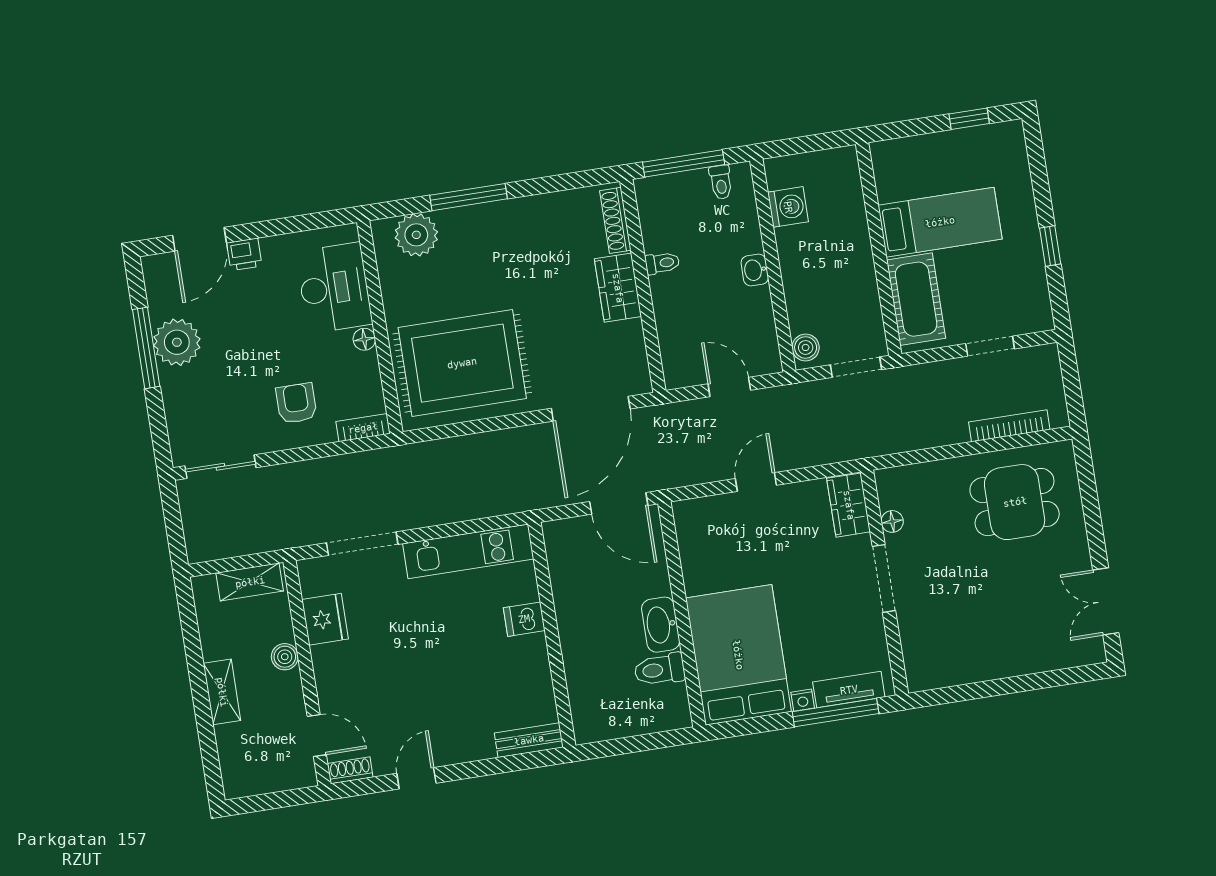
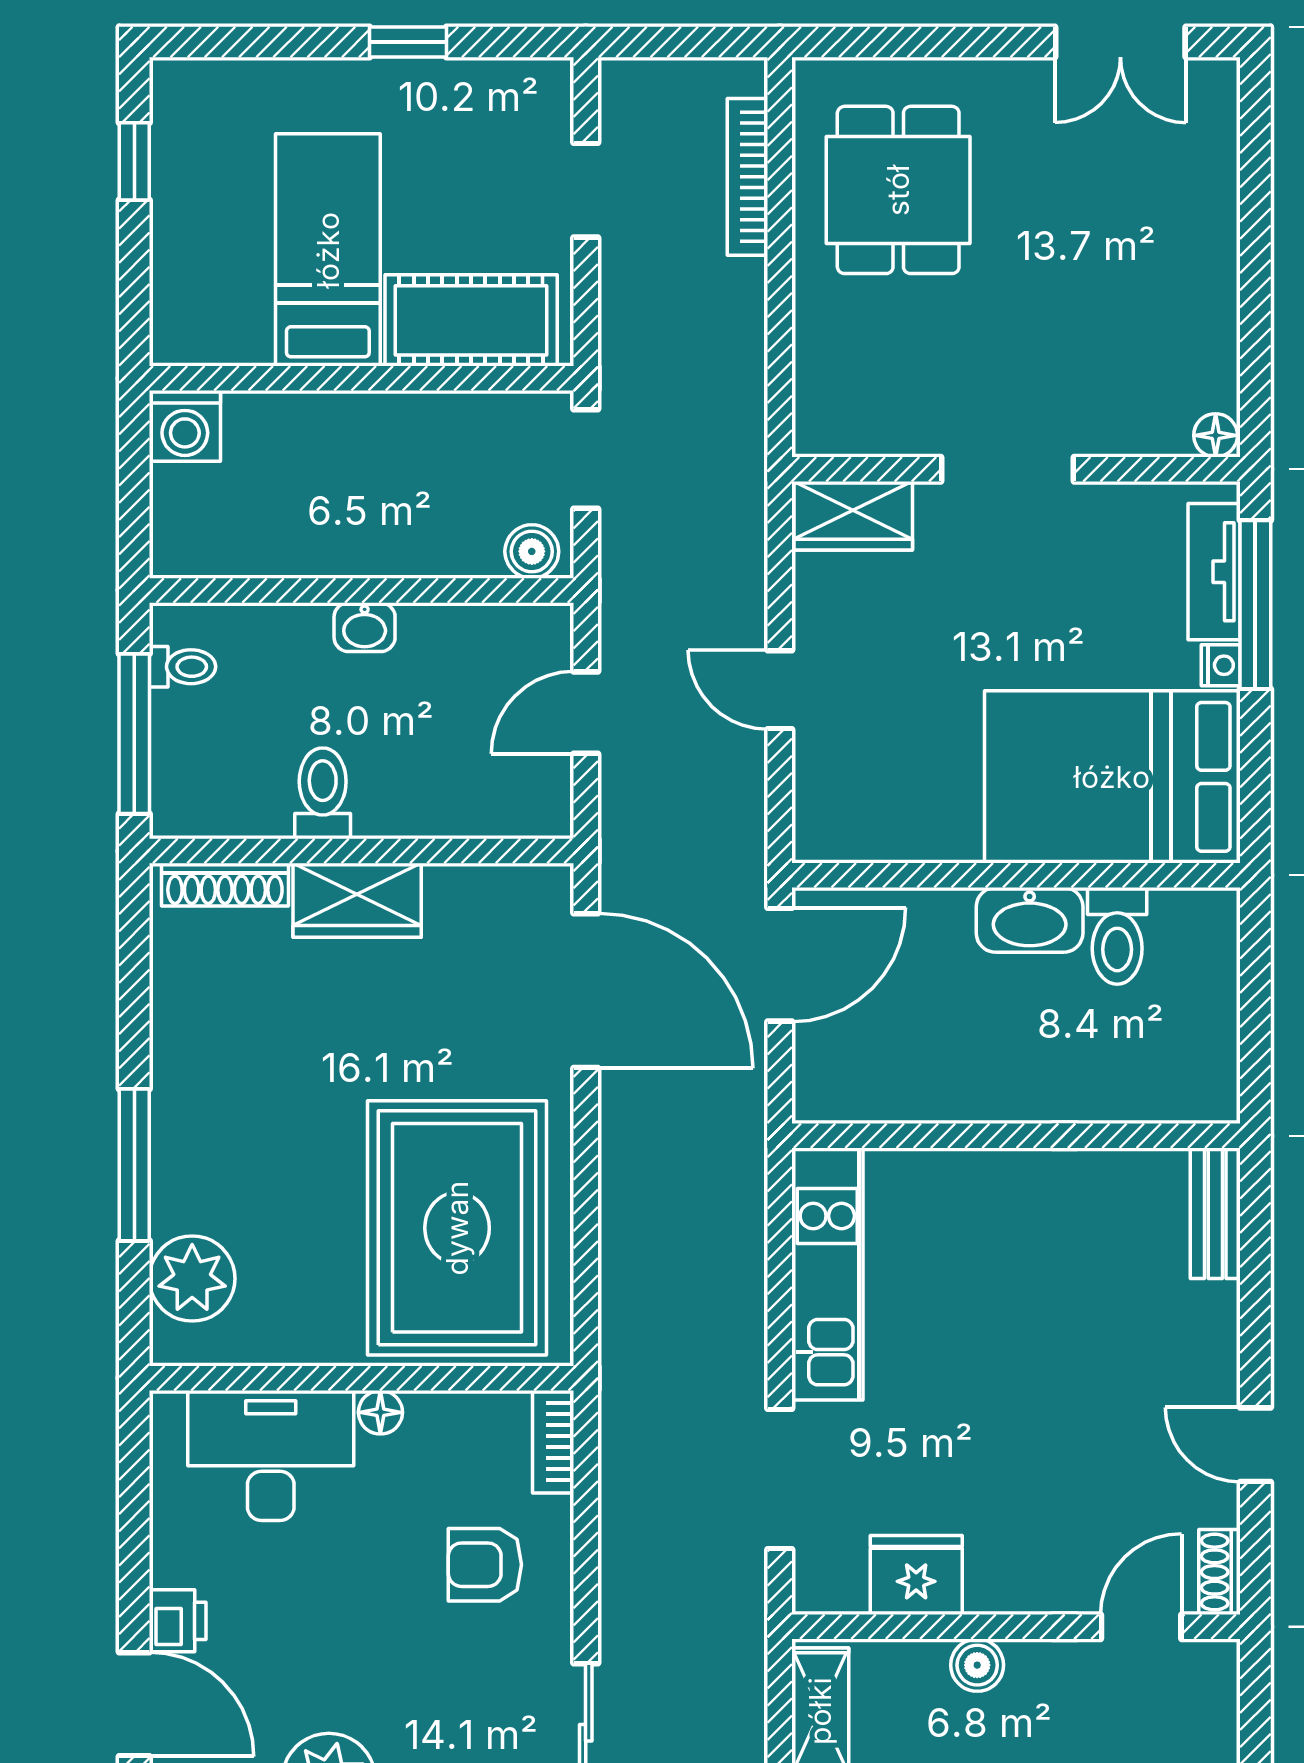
washing machine: (788, 207) -> (185, 426), moved, turned 180
toilet: (662, 263) -> (323, 793), width x1.37, depth x1.39
floor lamp: (892, 521) -> (1216, 435), moved
dishwasher: (524, 619) -> (977, 1185), removed

